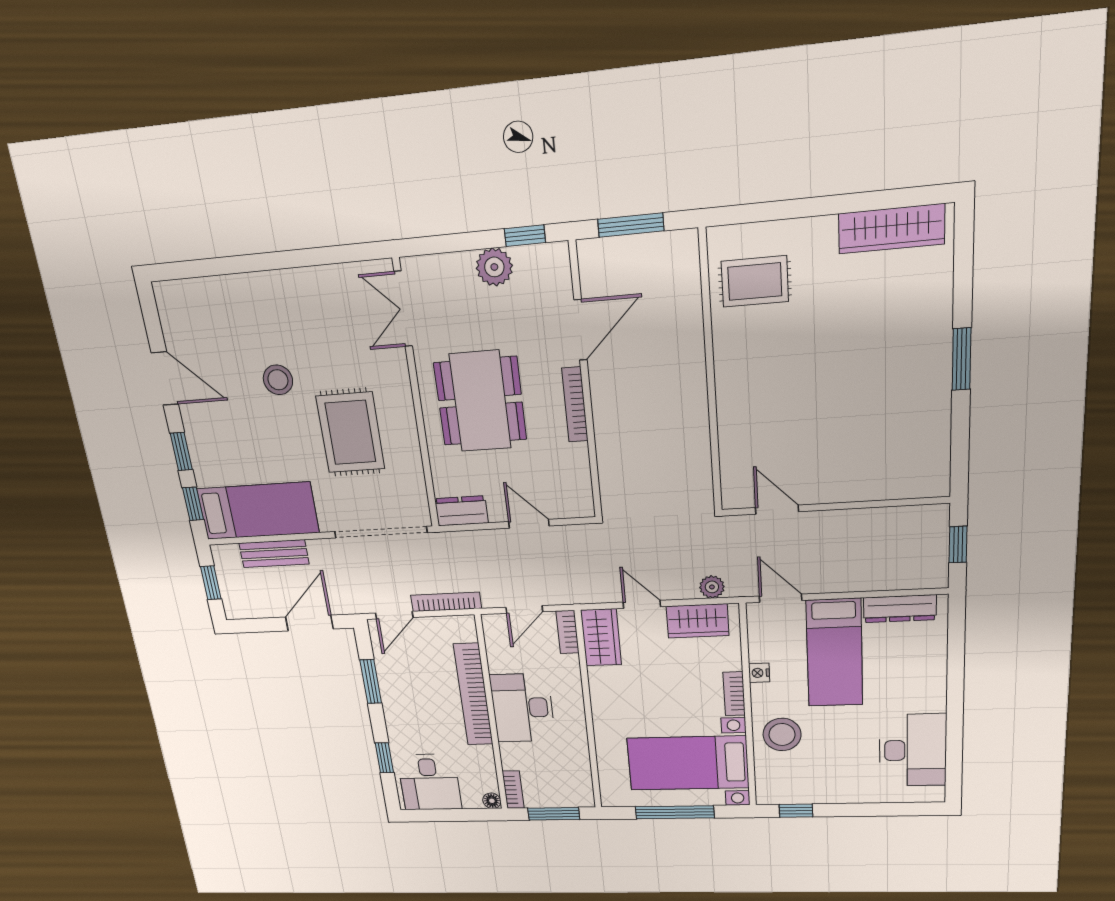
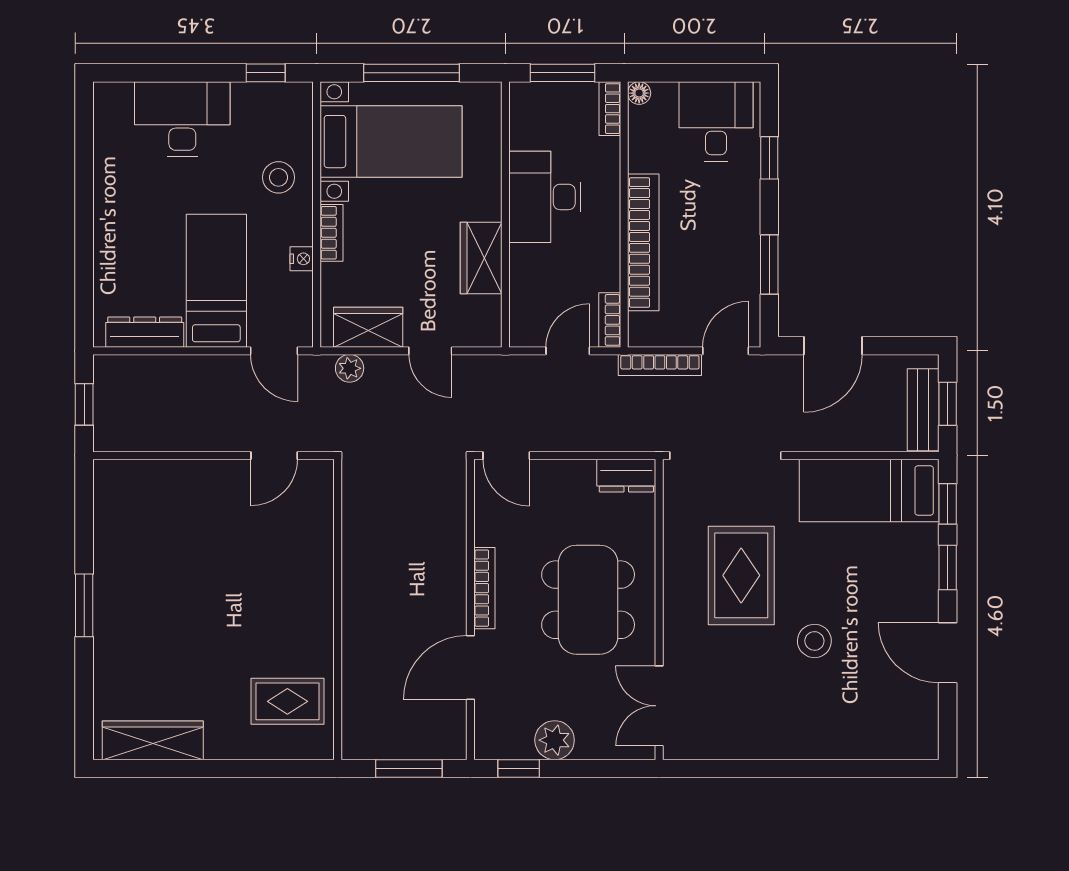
double door: (403, 309) -> (659, 706), swing flipped
door: (777, 510) -> (274, 456), hinge flipped
door: (529, 524) -> (506, 456), moved
bench: (274, 554) -> (923, 410), moved, turned 90
bookcase: (567, 632) -> (610, 320), moved, turned 180
wardrobe: (601, 637) -> (481, 258), moved
desk: (523, 708) -> (545, 197), moved, turned 180
stool: (782, 734) -> (278, 177), width x0.73, depth x0.73
desk: (913, 750) -> (182, 119), moved, turned 90

